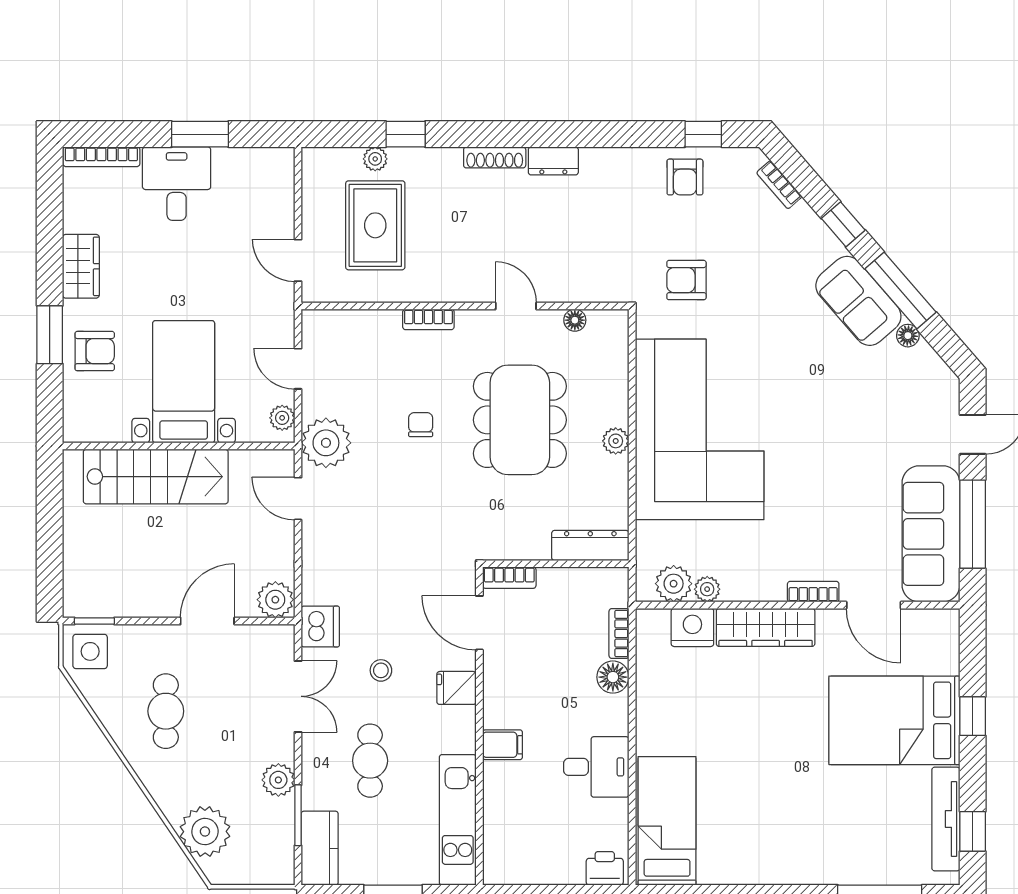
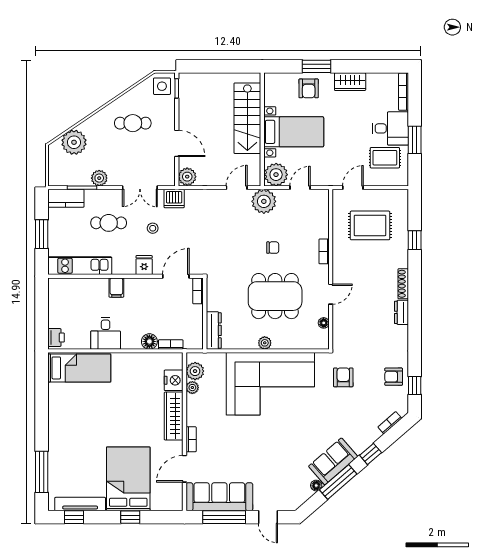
plant: (375, 159) -> (402, 225), removed
rug: (237, 195) -> (385, 158), added
plant: (282, 418) -> (276, 175), width x1.87, depth x1.87

